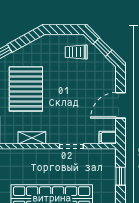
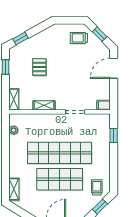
pallet: (26, 89) -> (39, 67), width x0.49, depth x0.50
door: (121, 105) -> (114, 68), moved

